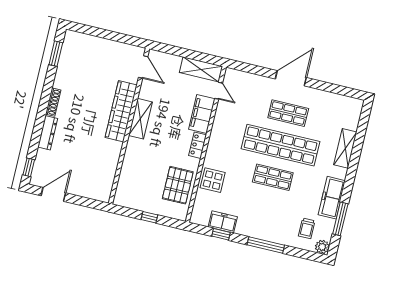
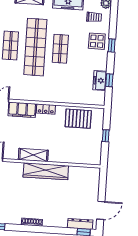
wardrobe: (121, 111) -> (46, 171), moved
dresser: (48, 133) -> (80, 224), moved
display table: (213, 180) -> (97, 41), moved
door: (53, 194) -> (101, 210), swing flipped
window: (266, 245) -> (112, 46), width x0.46

